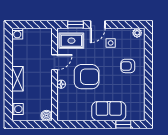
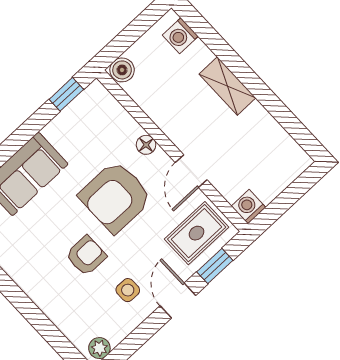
washing machine: (17, 34) -> (249, 207), moved
armchair: (128, 66) -> (86, 256), moved
window: (72, 124) -> (66, 94), added

